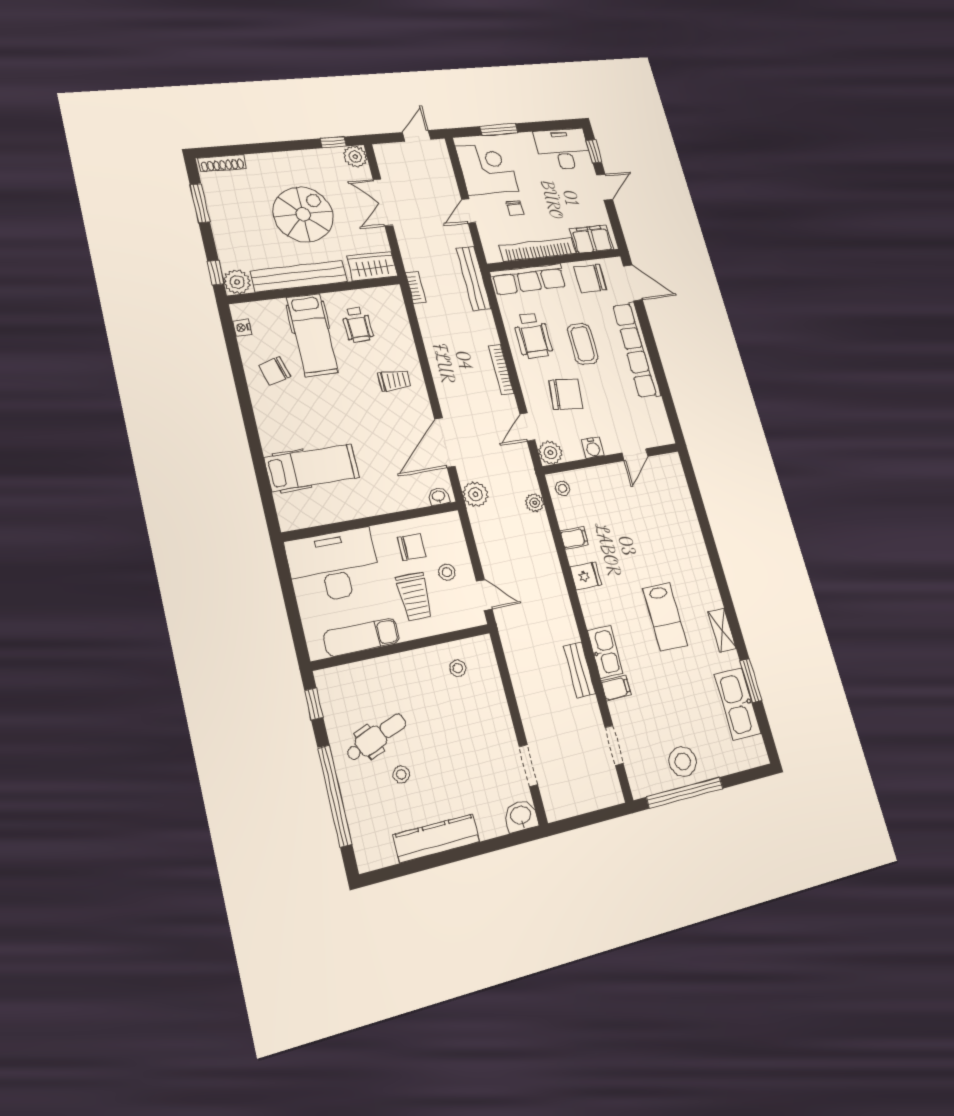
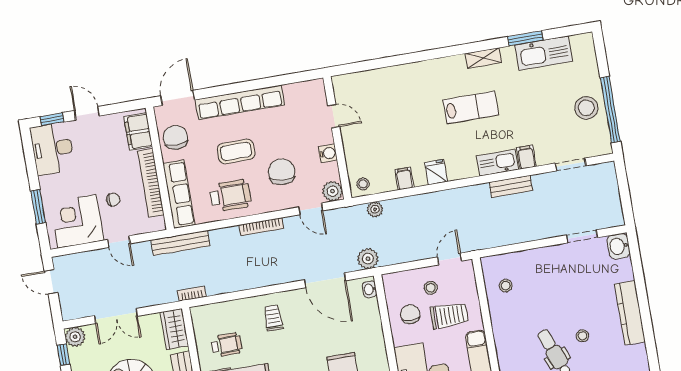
chair: (590, 278) -> (175, 137), turned 180

